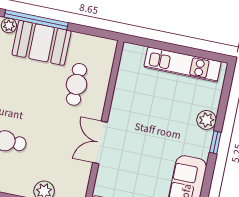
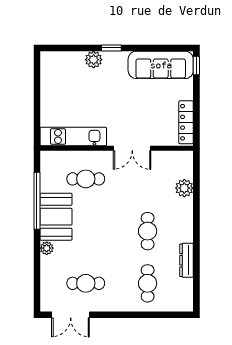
window: (36, 20) -> (37, 201), moved
kitchen unit: (183, 64) -> (73, 136), moved, turned -90

